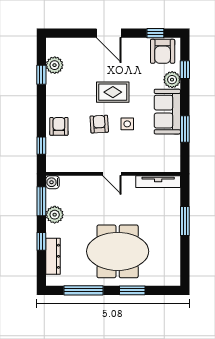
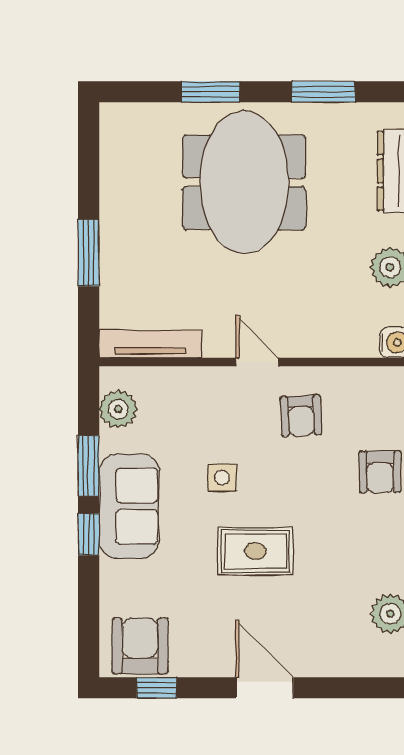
window: (185, 70) -> (89, 534), moved
plant: (172, 80) -> (118, 409), moved
armchair: (99, 124) -> (301, 416), moved
meeting table: (118, 251) -> (244, 182), turned 90
window: (83, 290) -> (323, 92), width x0.69

